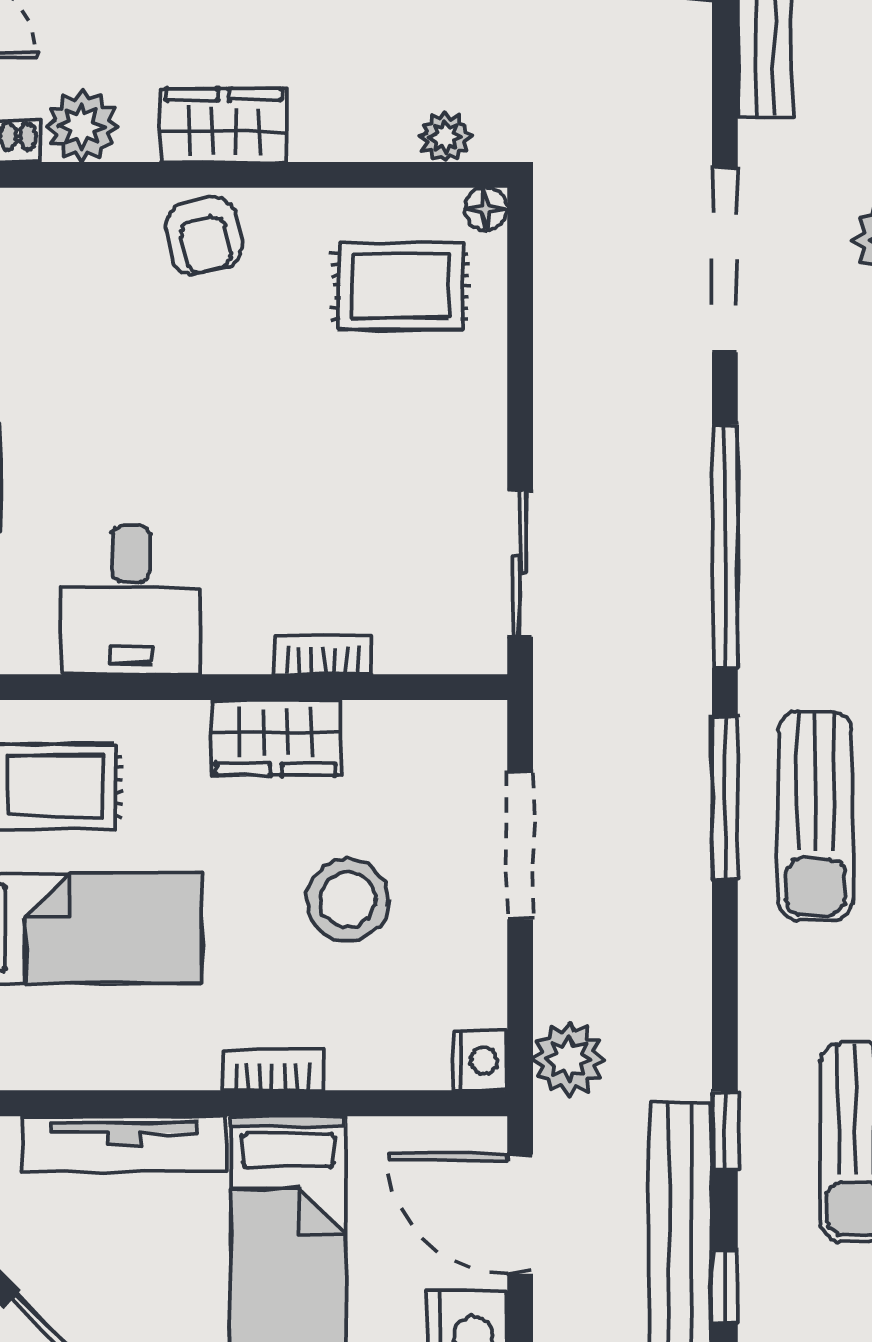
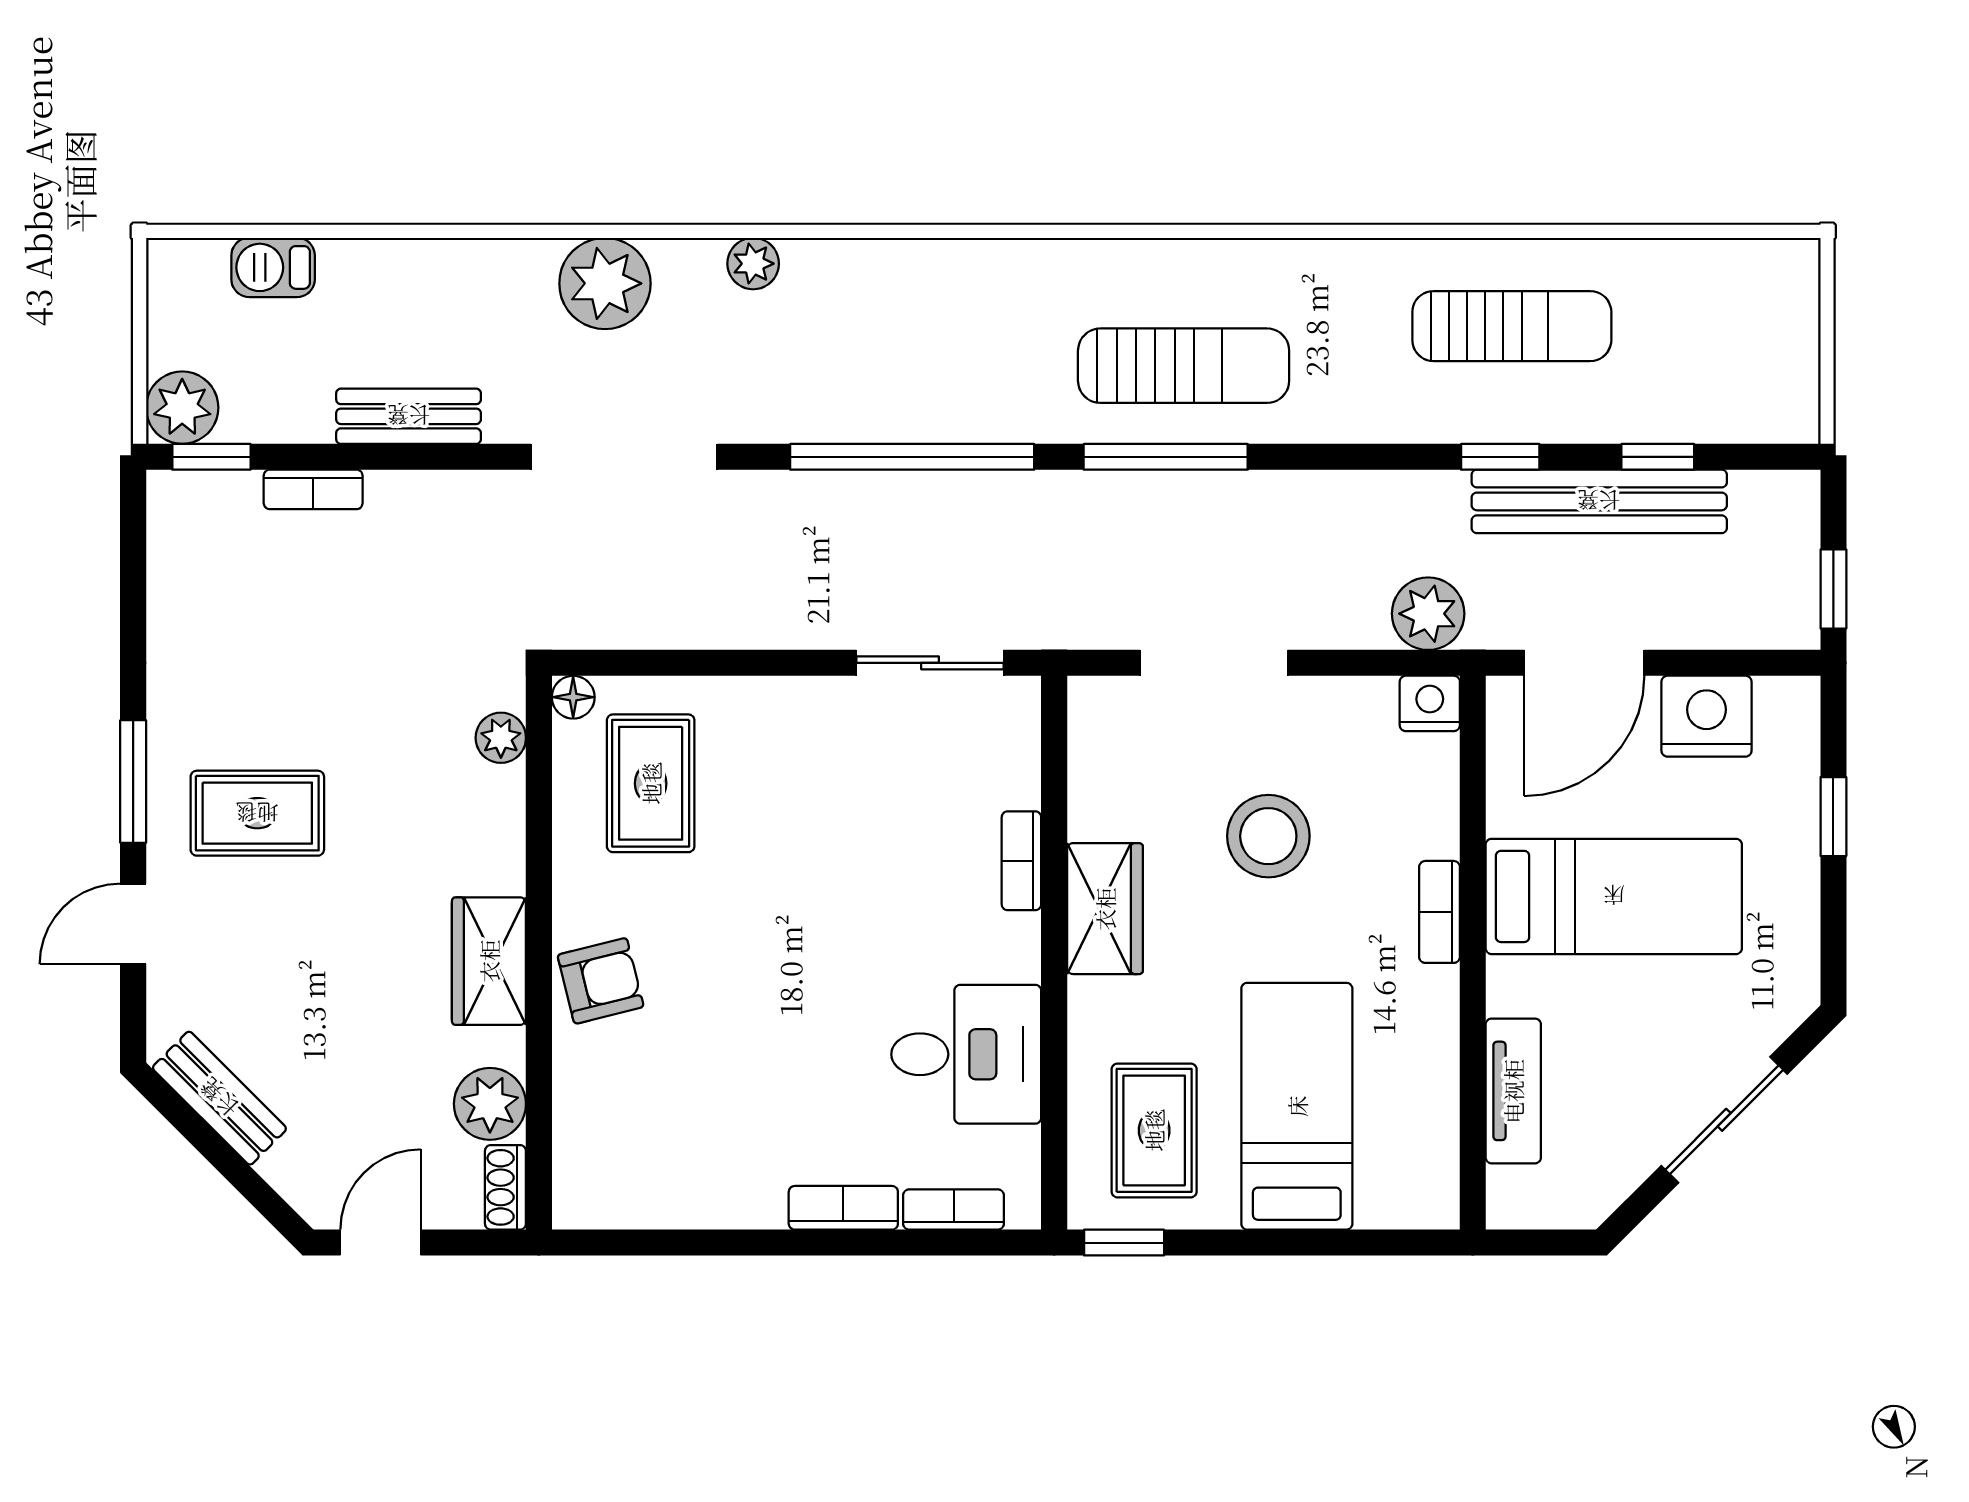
tv unit: (124, 1144) -> (1513, 1091), width x0.71

